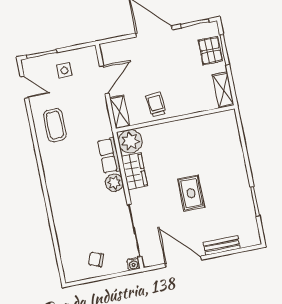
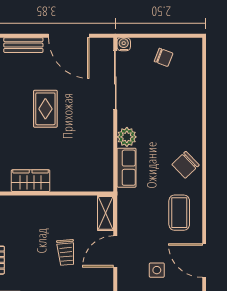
door: (24, 87) -> (204, 261), width x1.38
trolley: (156, 104) -> (66, 252), moved
plant: (130, 141) -> (100, 179), removed
chair: (58, 168) -> (186, 165), added
wardrobe: (134, 171) -> (31, 181), moved, turned 90

